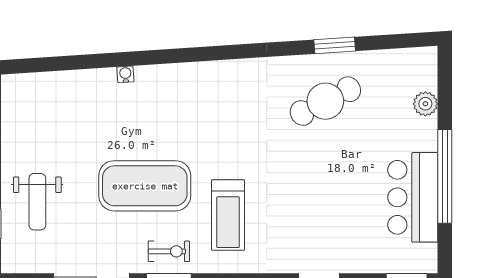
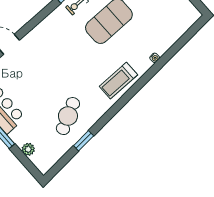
treadmill: (228, 215) -> (118, 81), moved, turned -90

